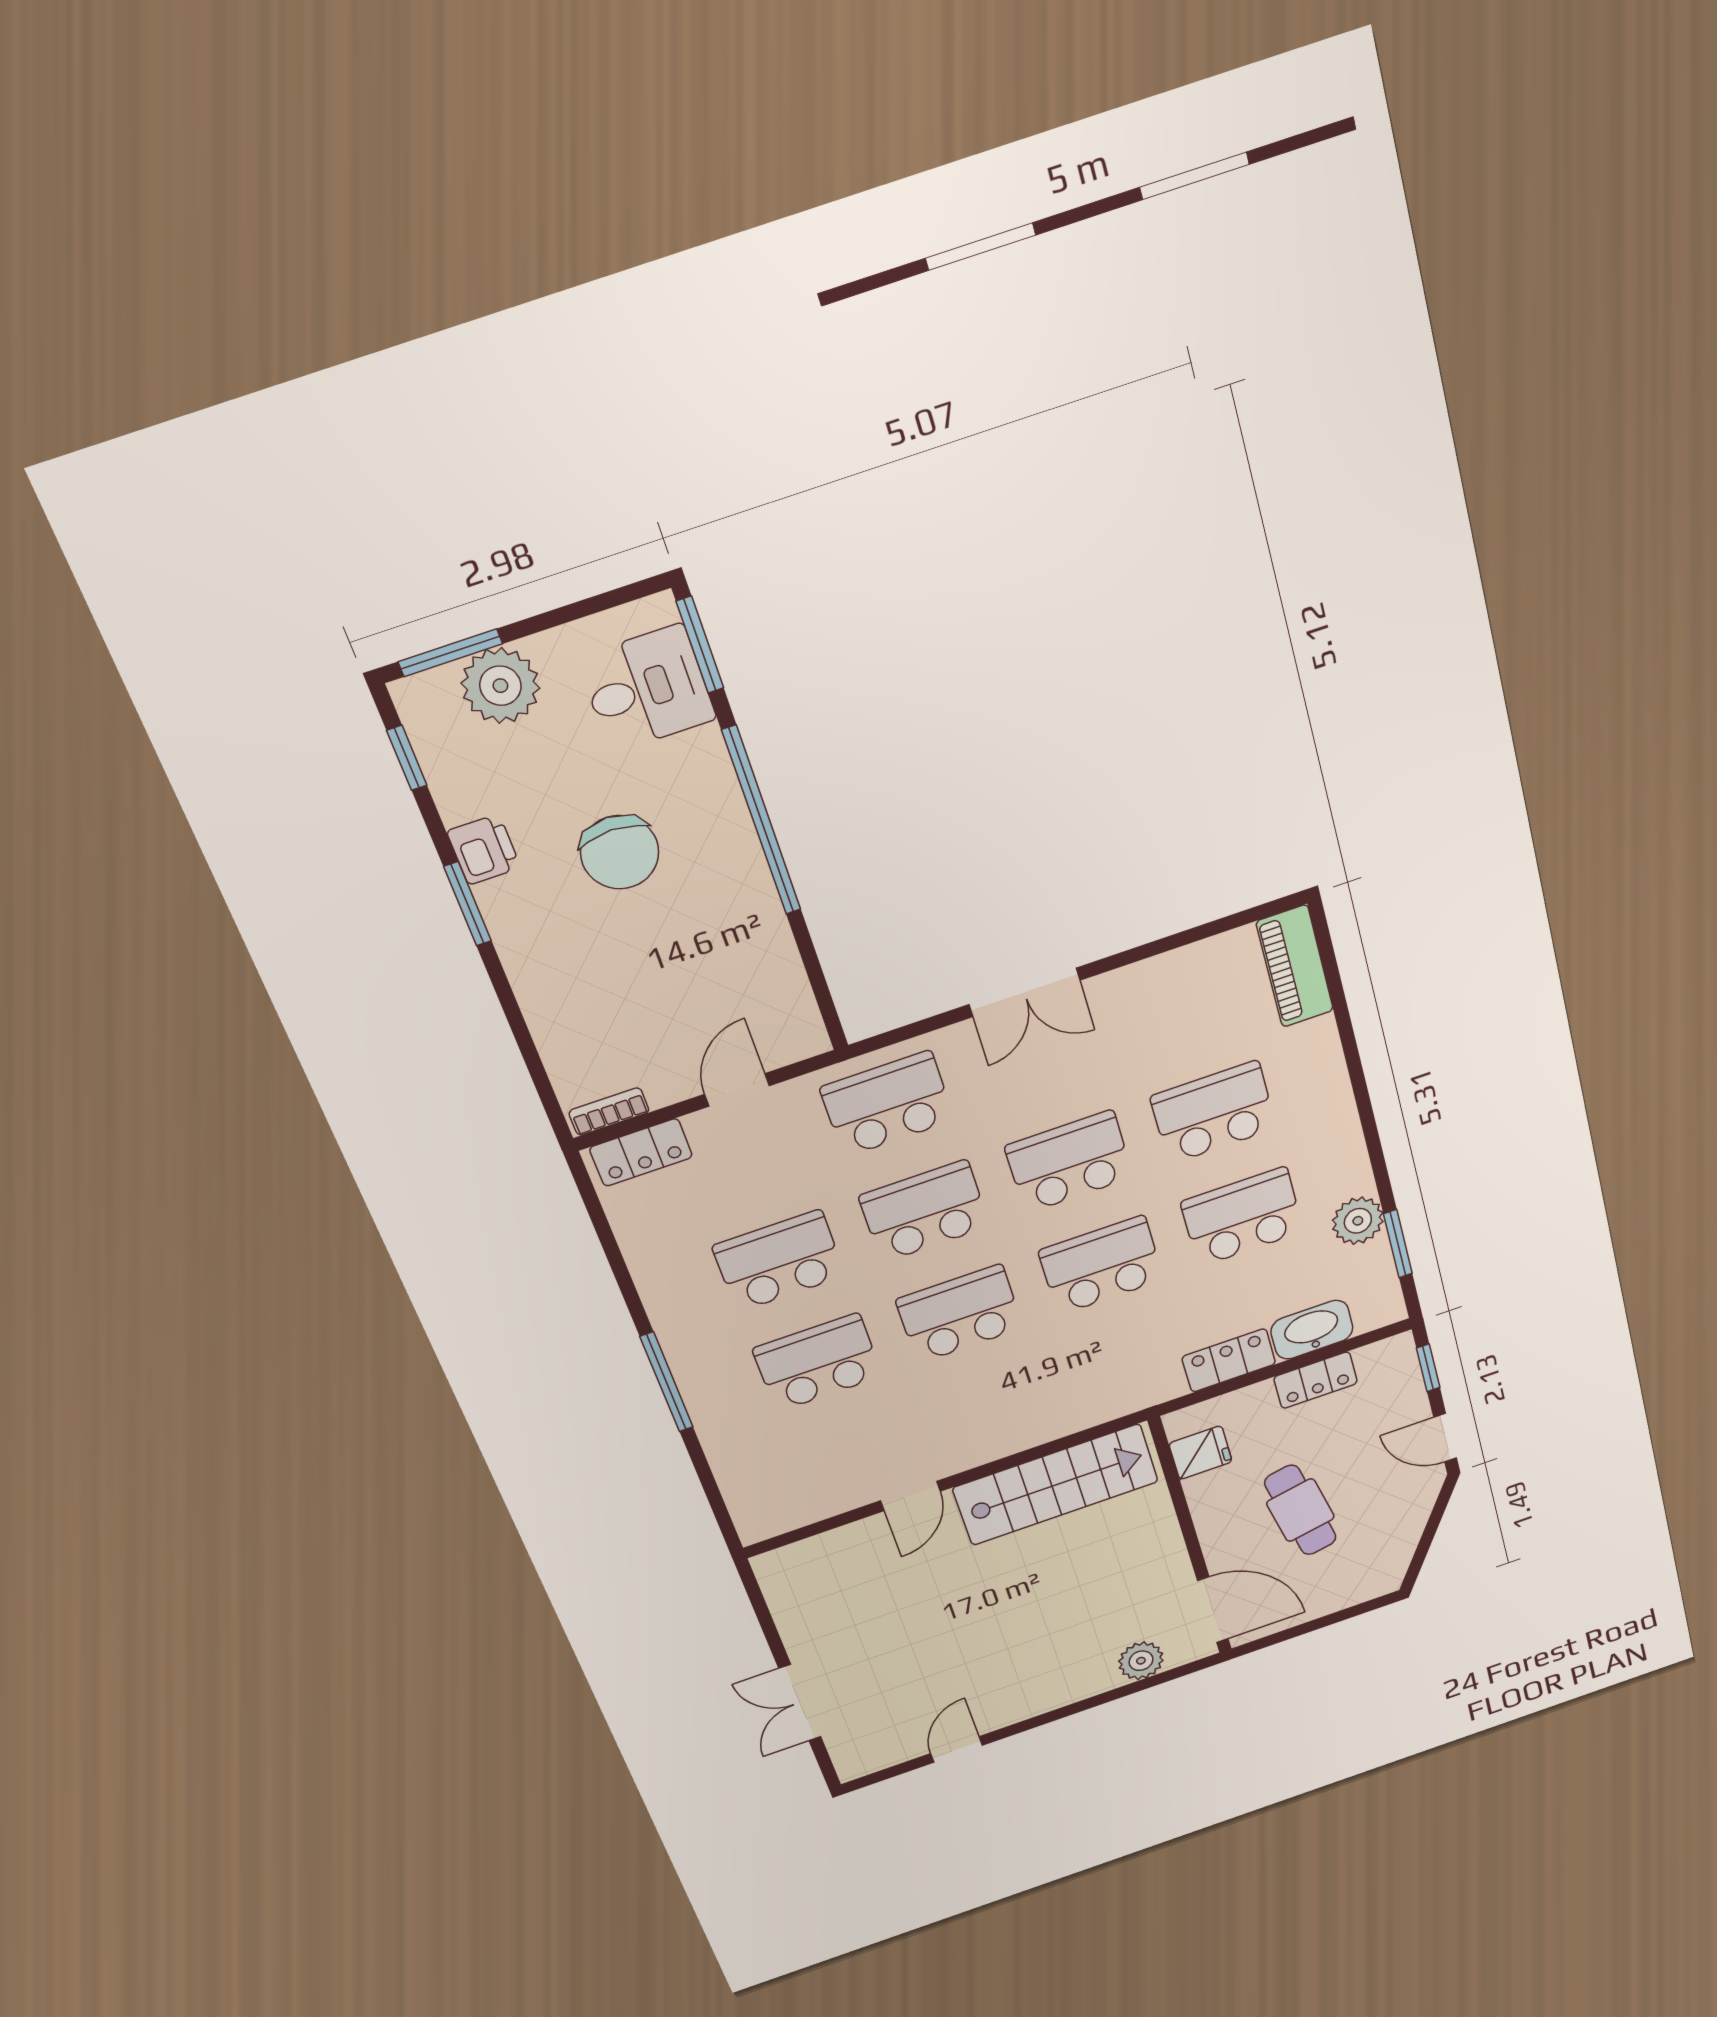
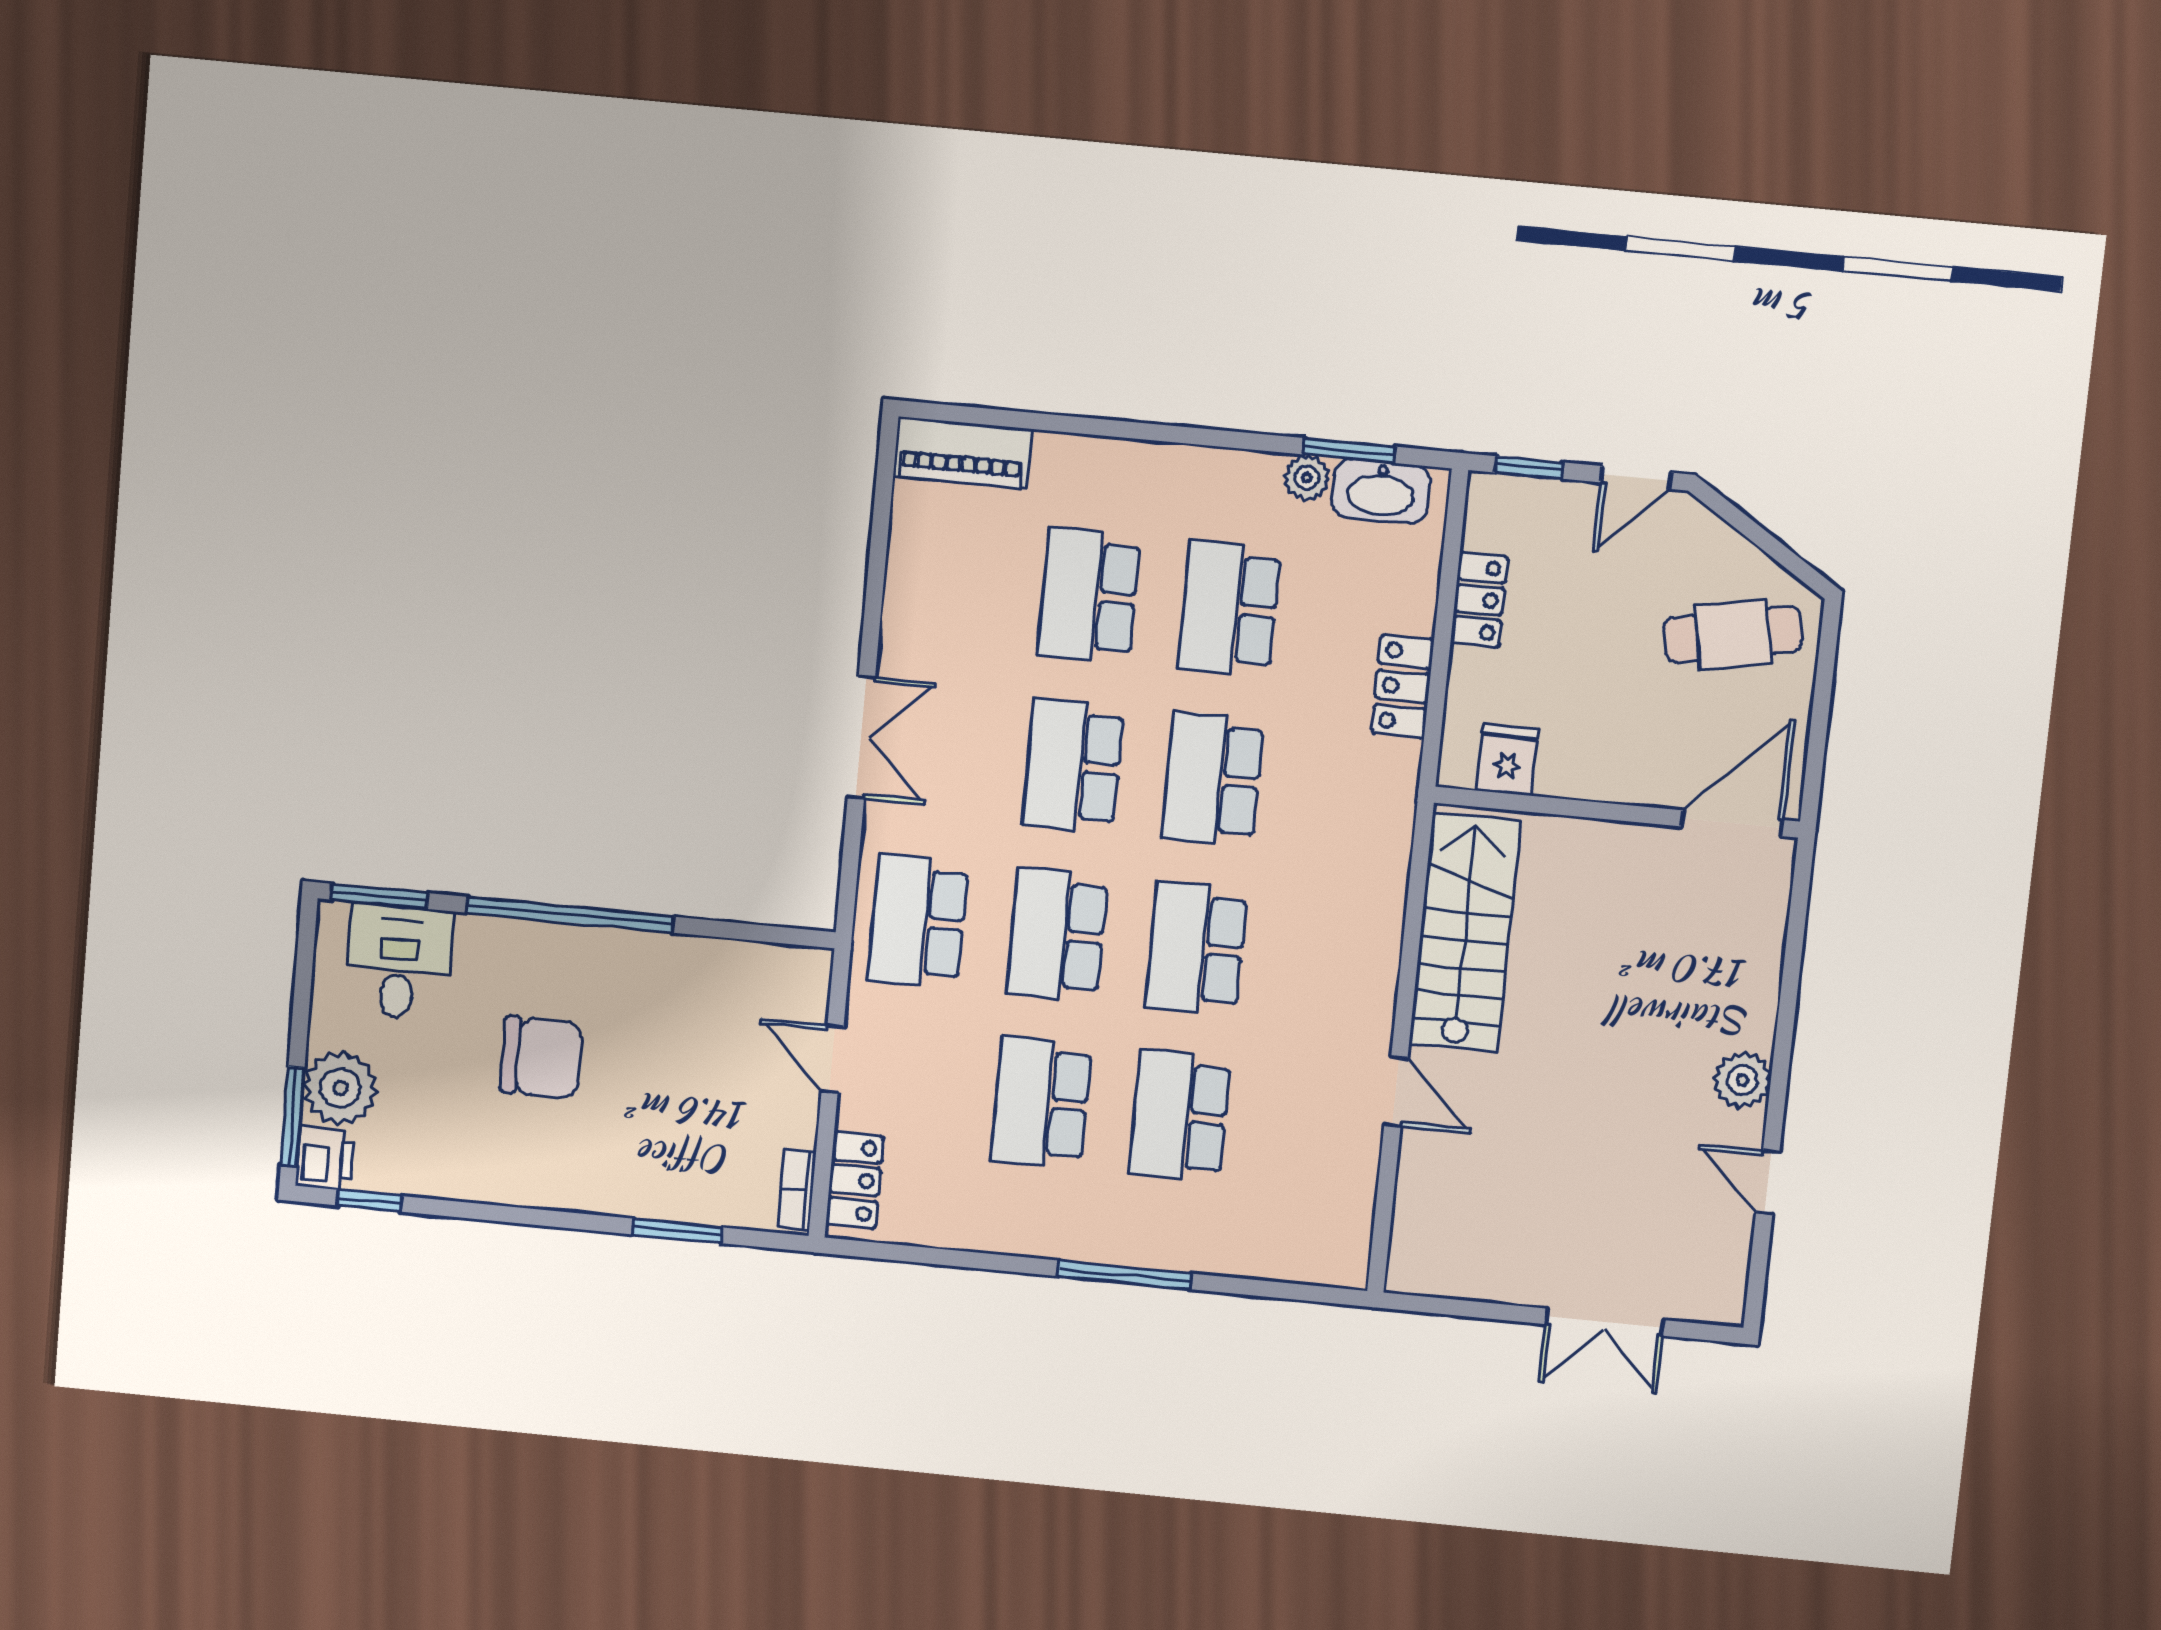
printer: (484, 849) -> (325, 1158), moved, turned 90
window: (468, 904) -> (677, 1231), moved
plant: (1358, 1221) -> (1307, 478), width x0.73, depth x0.73
washbasin: (1312, 1330) -> (1381, 491), moved, turned -90
cafe table: (1300, 1510) -> (1733, 635), moved
plant: (1141, 1661) -> (1742, 1080), moved

